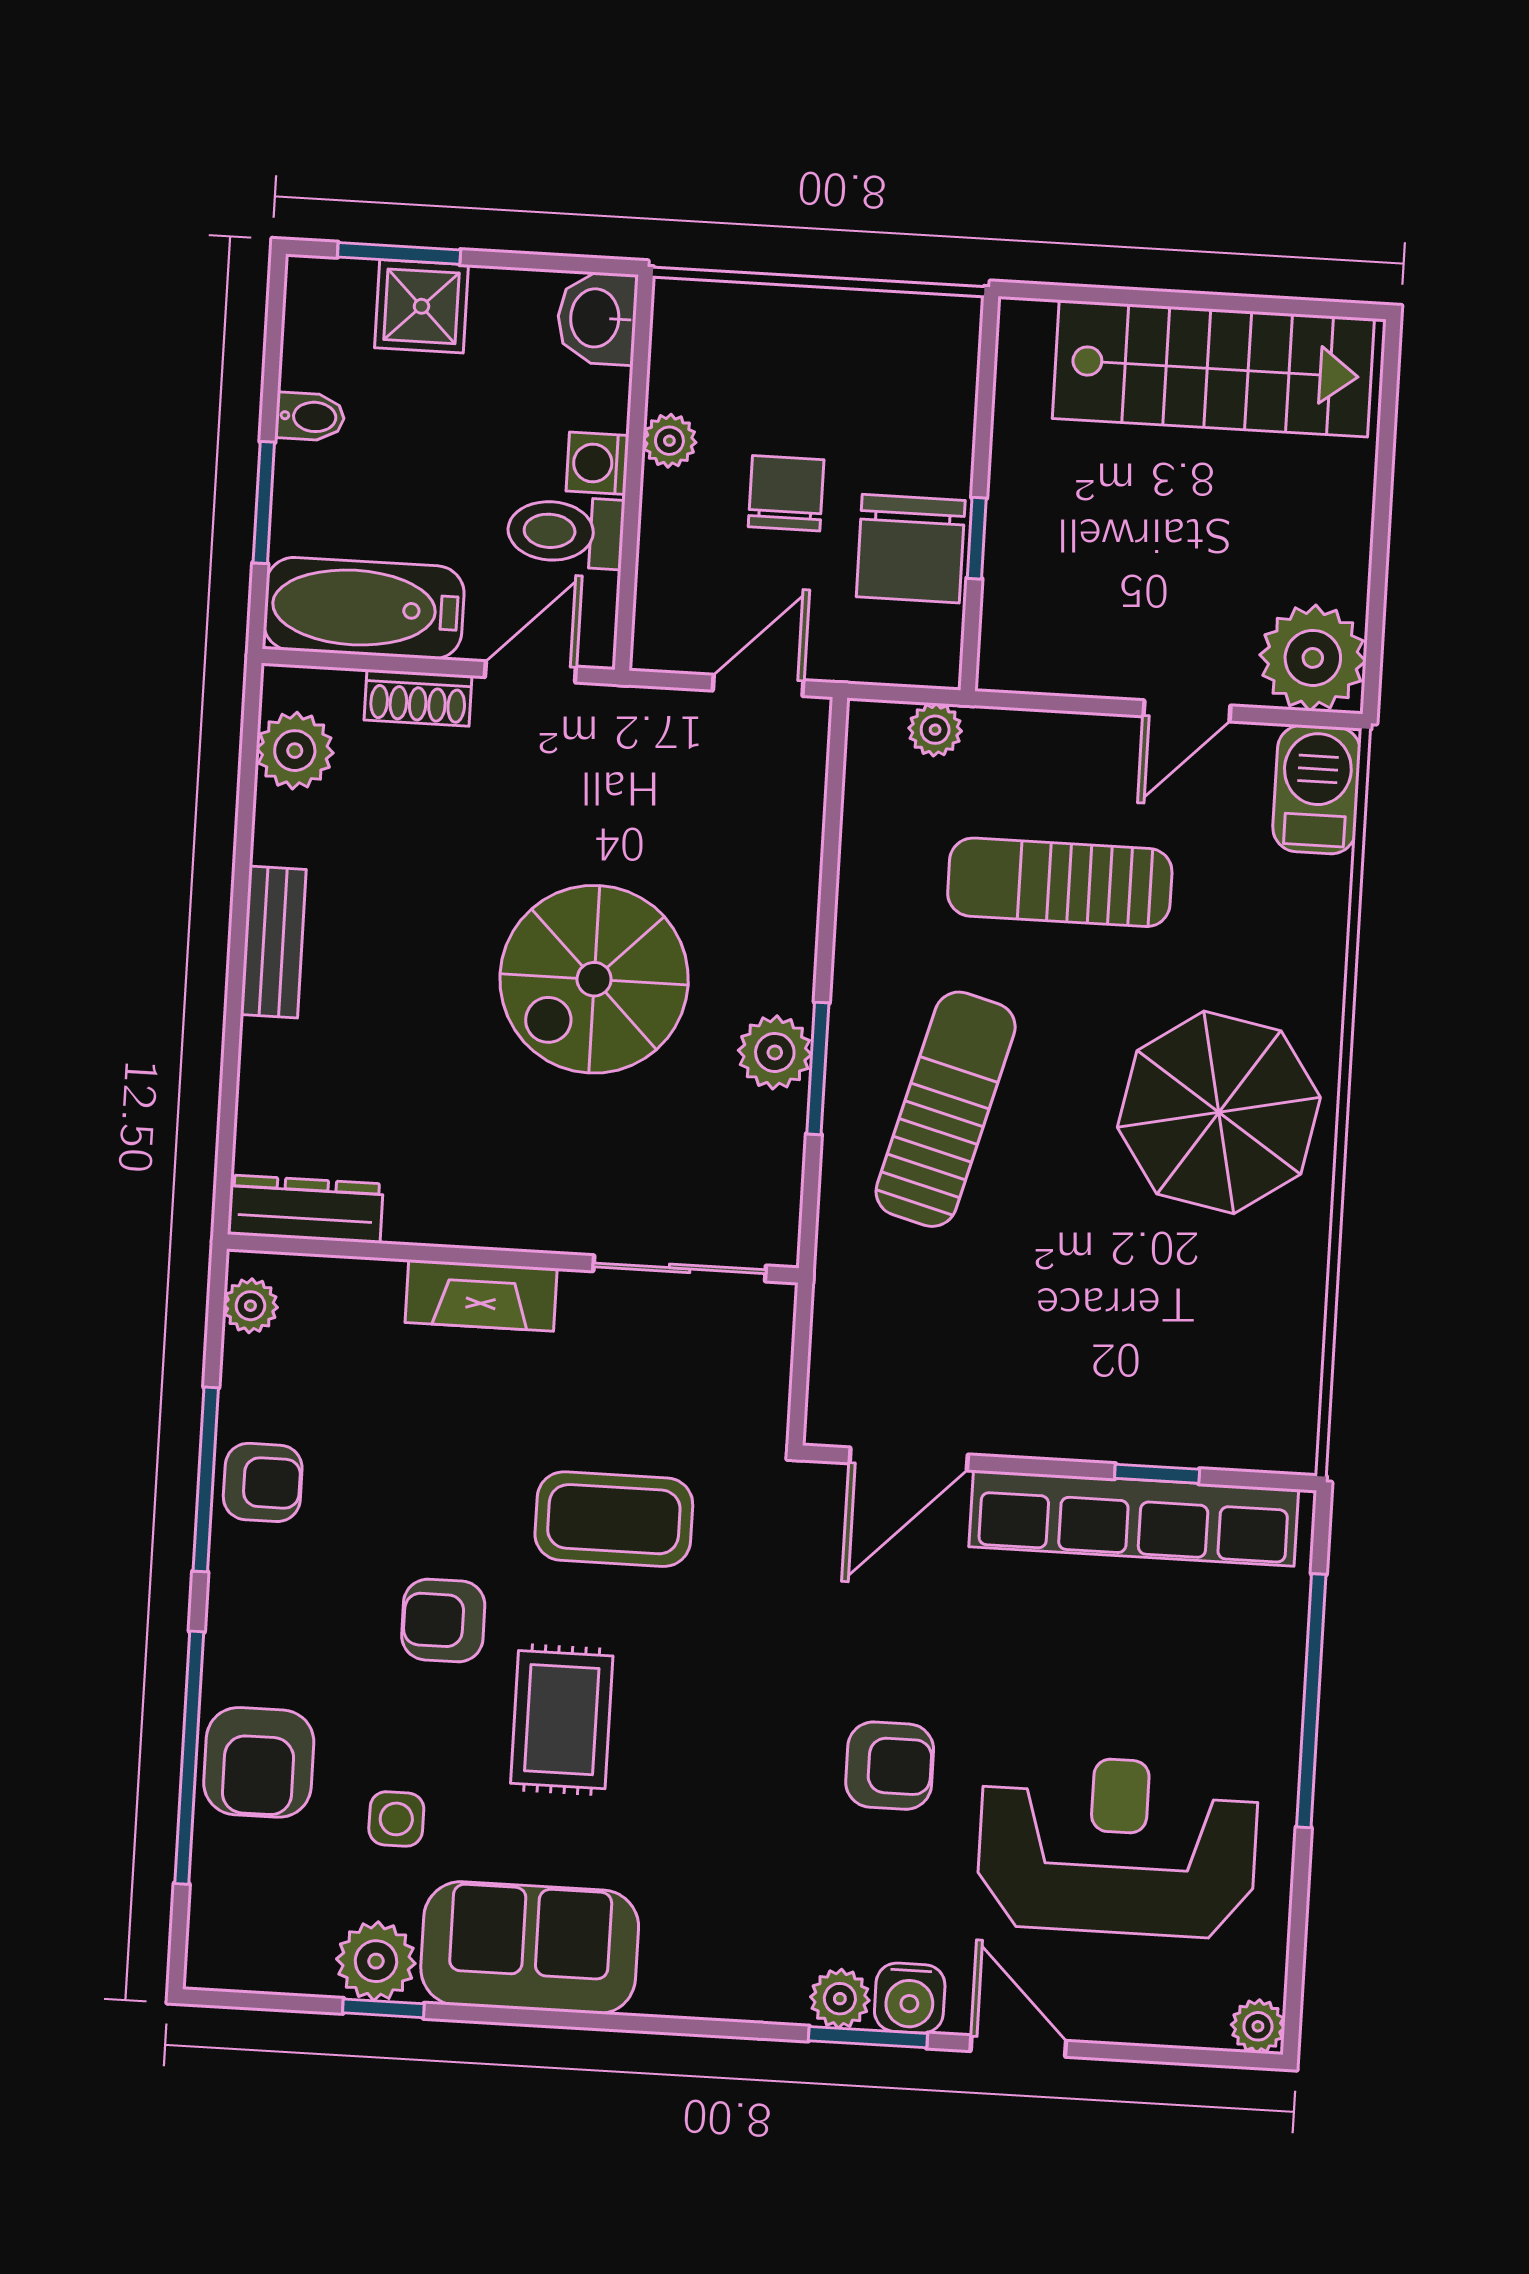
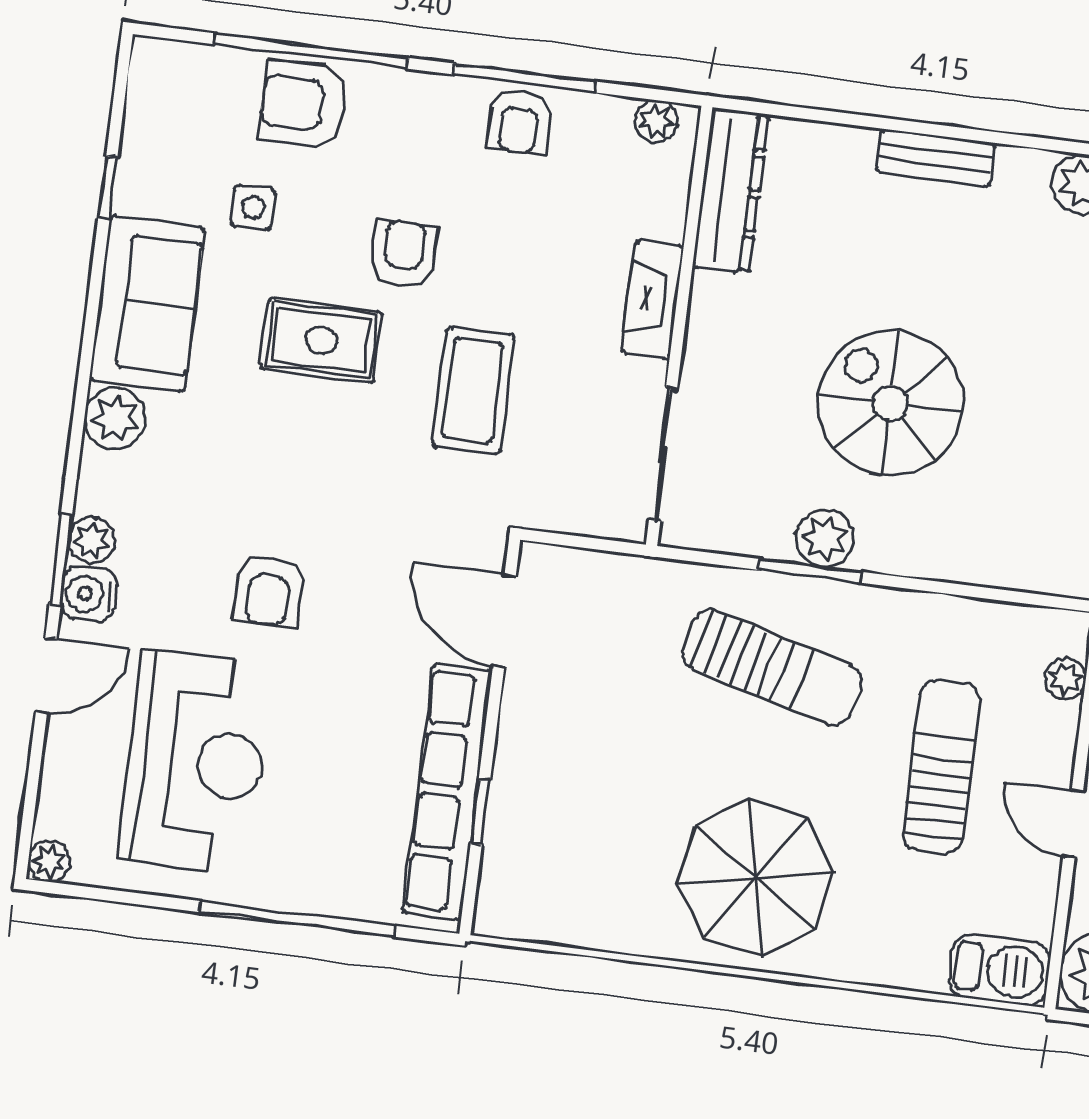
door: (1187, 711) -> (1073, 824), moved
dresser: (305, 1209) -> (731, 191), width x1.37, depth x1.24
plant: (376, 1961) -> (115, 419), moved

